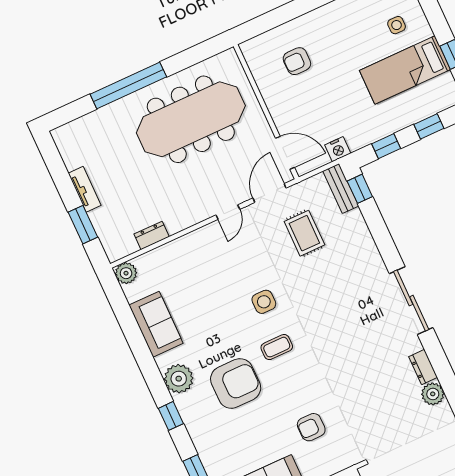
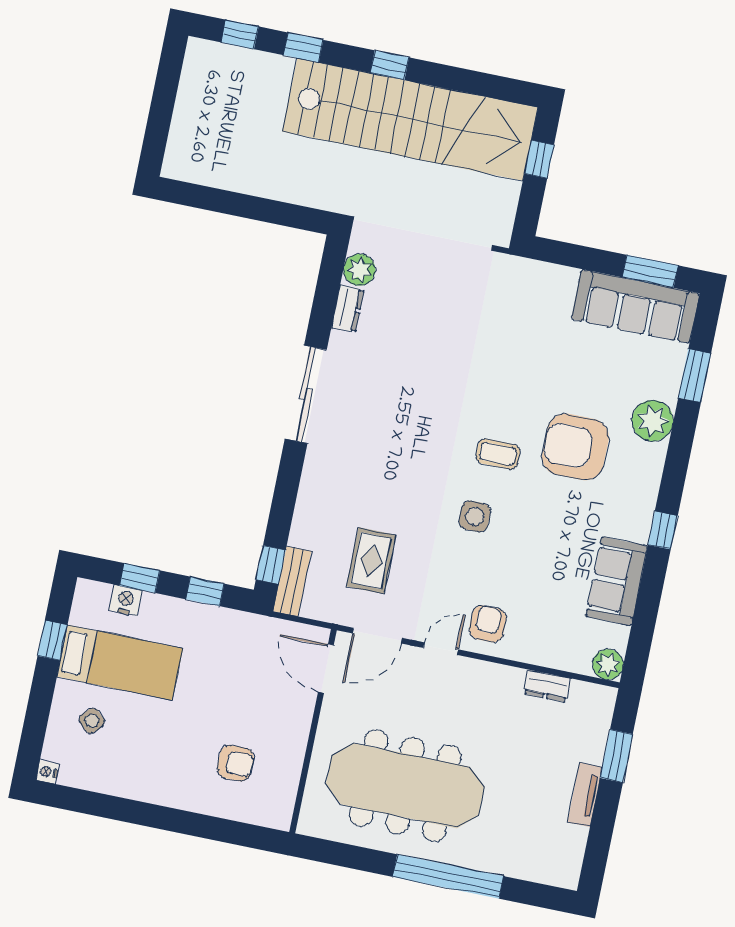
side table: (397, 25) -> (92, 721), turned 45
nightstand: (338, 149) -> (126, 600), moved
plant: (179, 379) -> (653, 421), moved
window: (171, 416) -> (663, 530), moved
armchair: (311, 427) -> (488, 624), moved, turned -90

